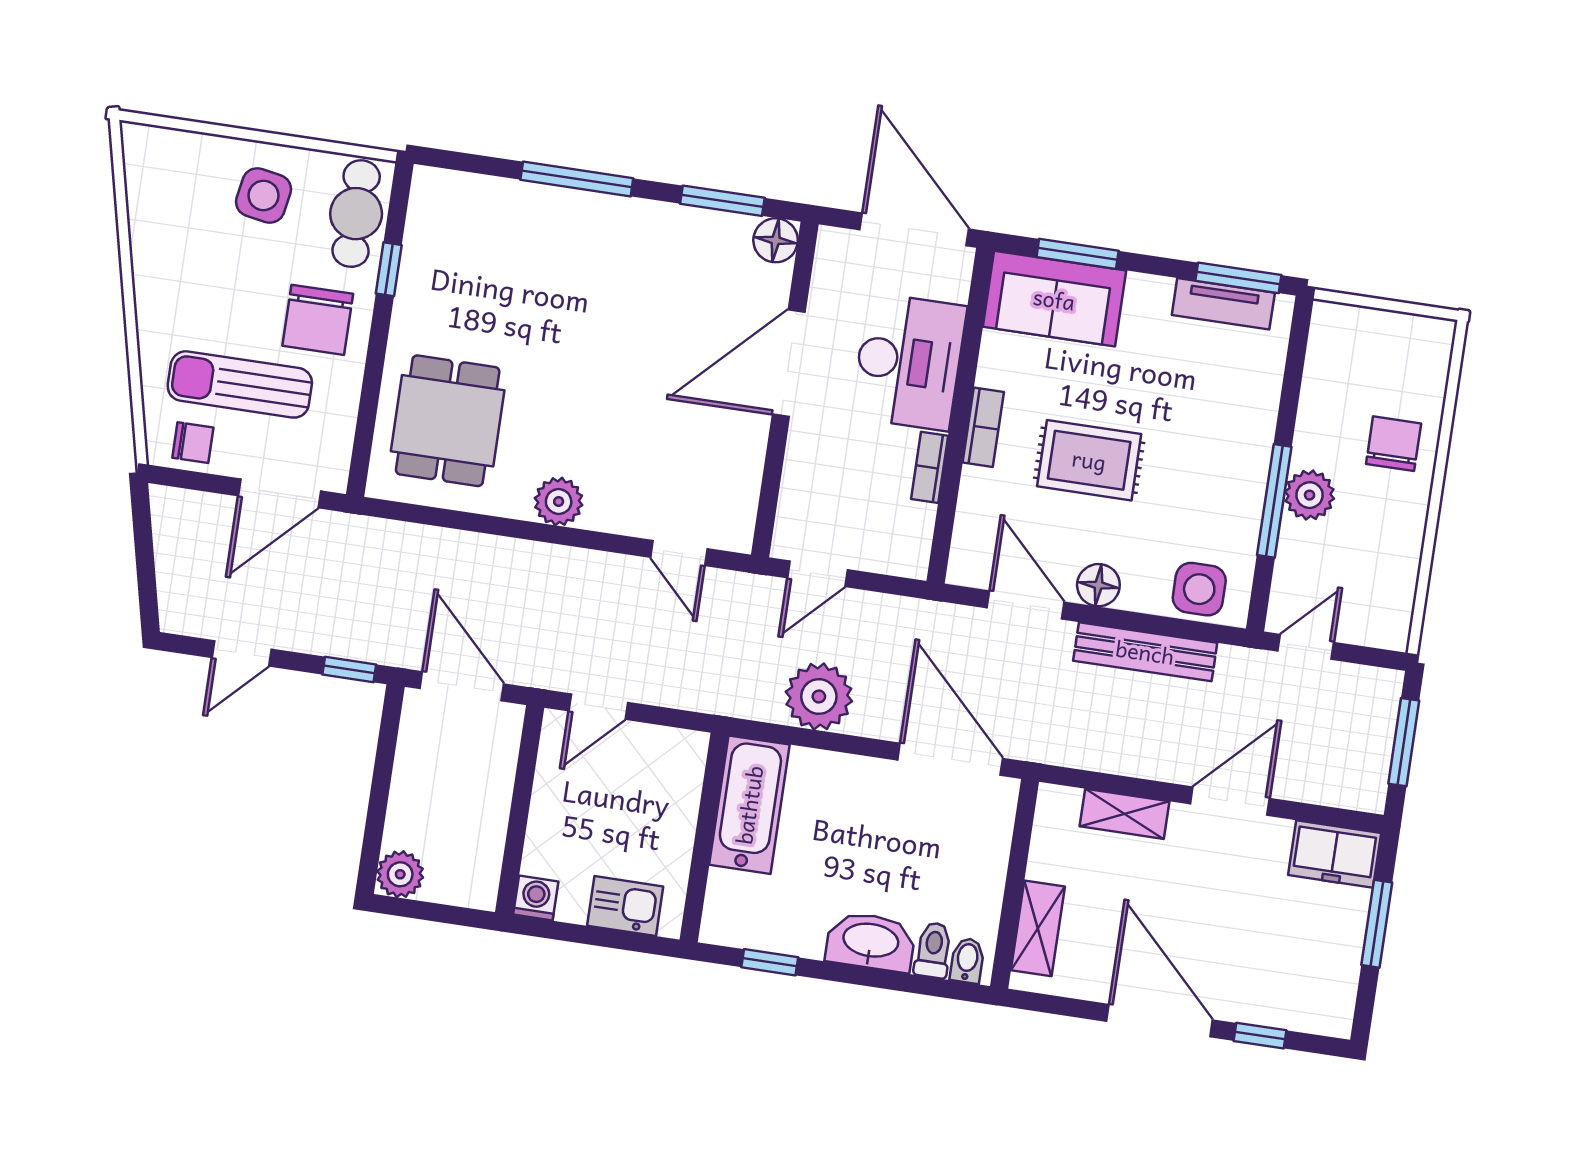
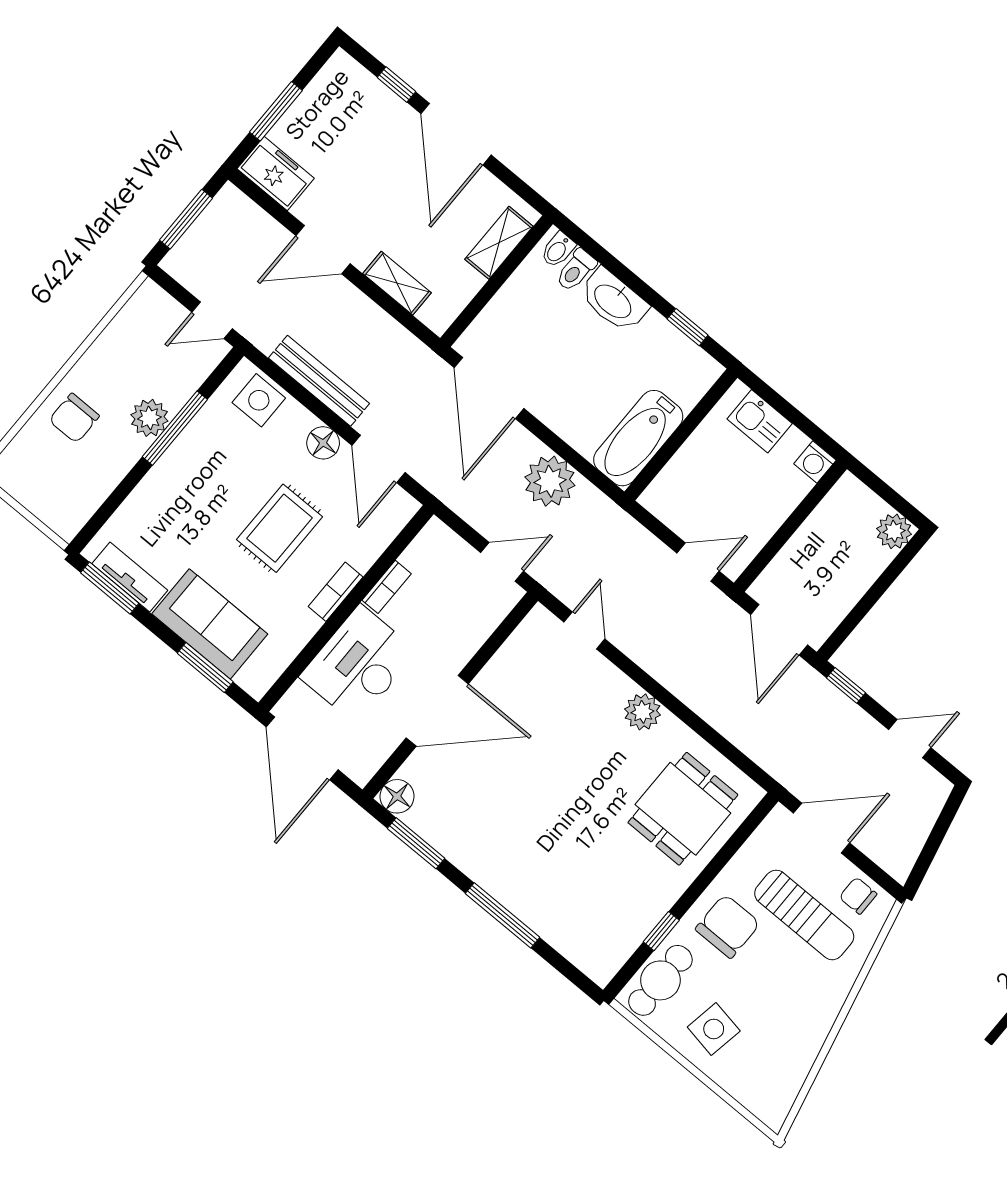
sofa: (1054, 299) -> (210, 624), moved
rug: (1089, 460) -> (280, 528), turned 90

